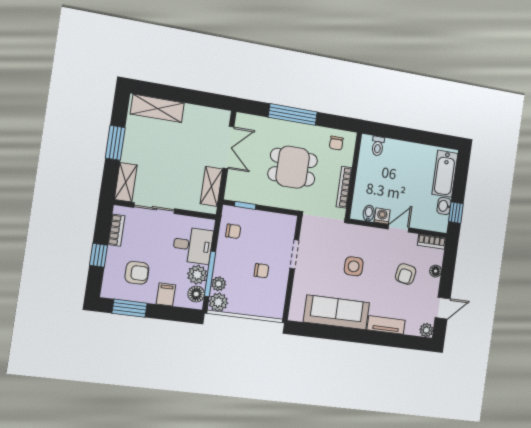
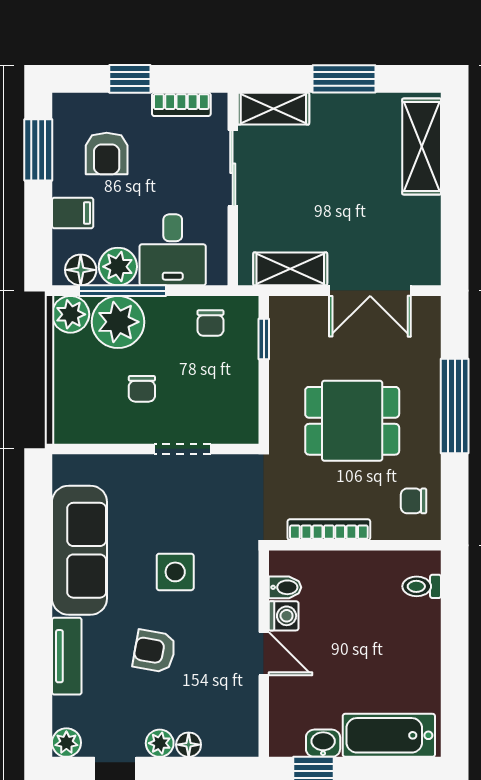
dining table: (293, 167) -> (352, 421), turned 90
bookcase: (432, 242) -> (247, 728), removed
armchair: (406, 274) -> (154, 651), moved
plant: (219, 284) -> (118, 322), width x1.88, depth x1.88
plant: (433, 285) -> (160, 743), added

